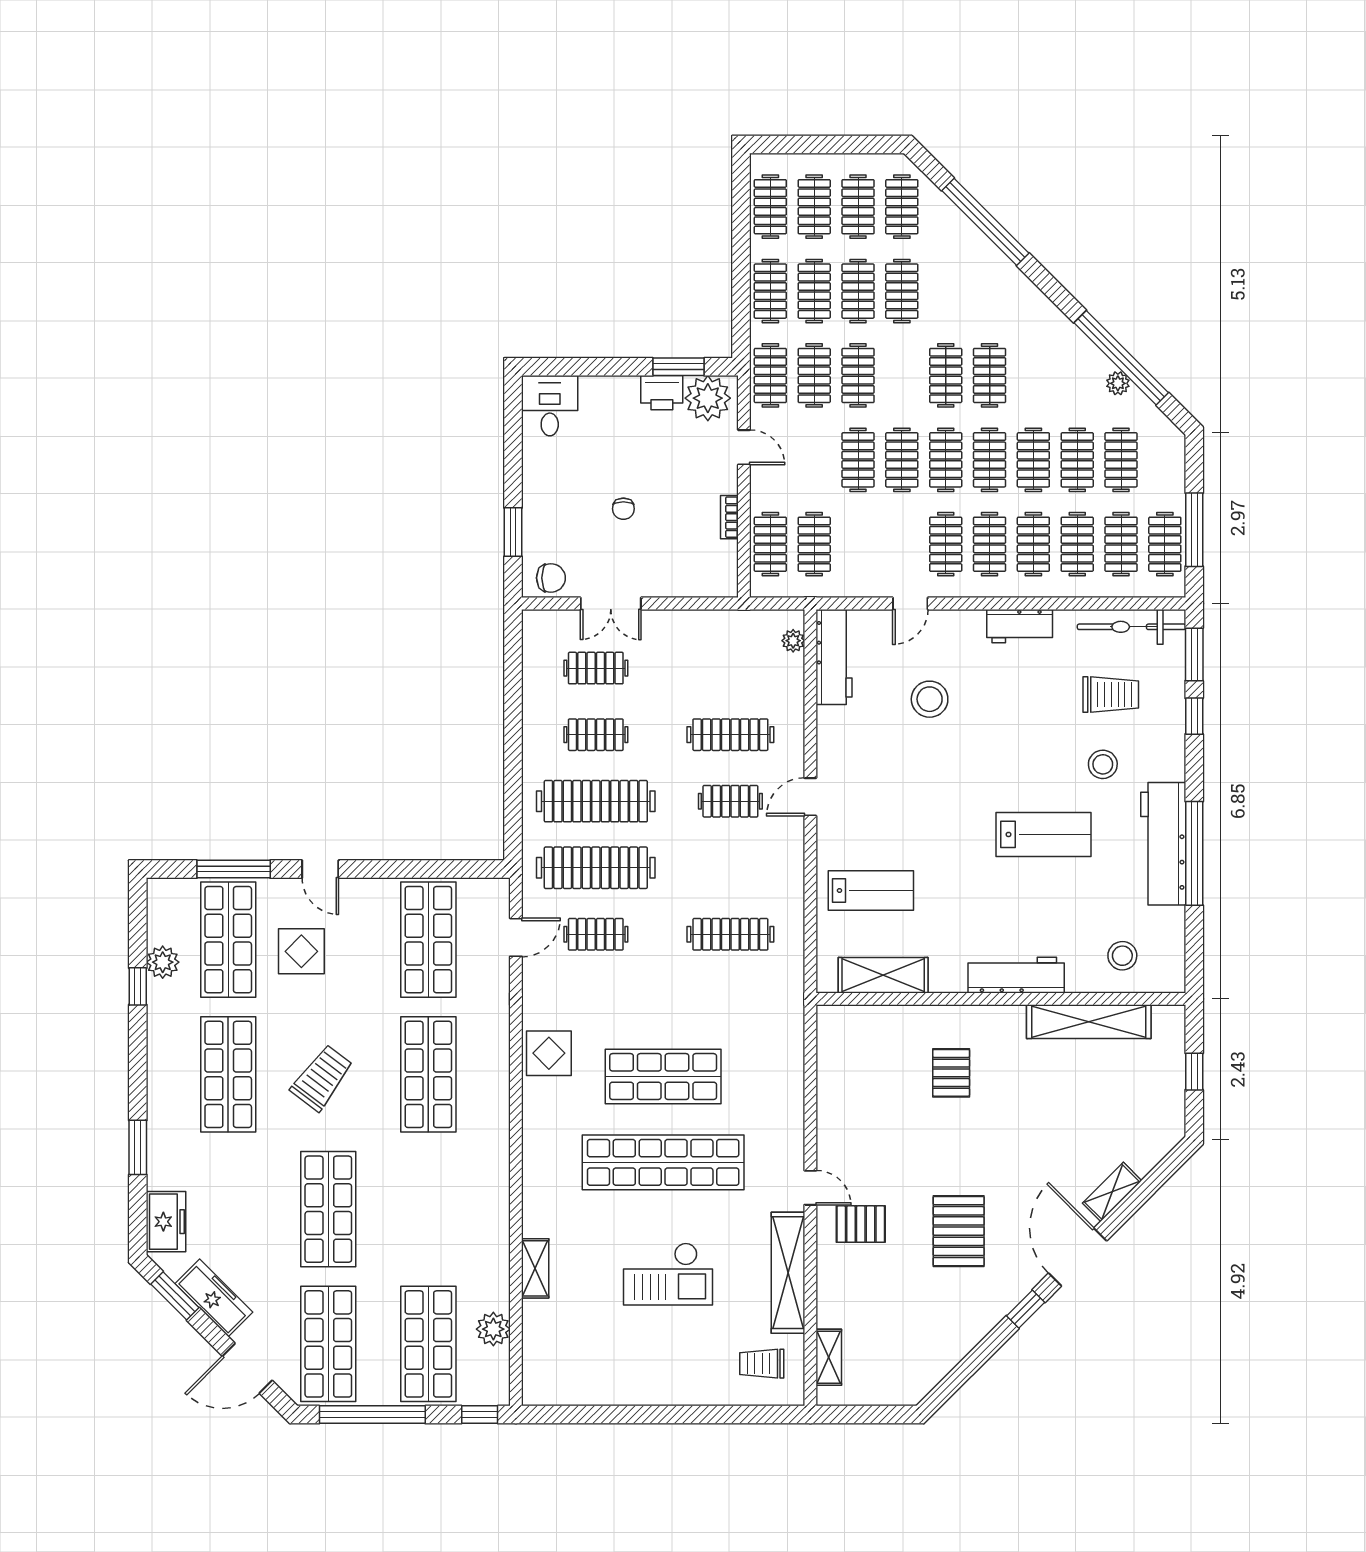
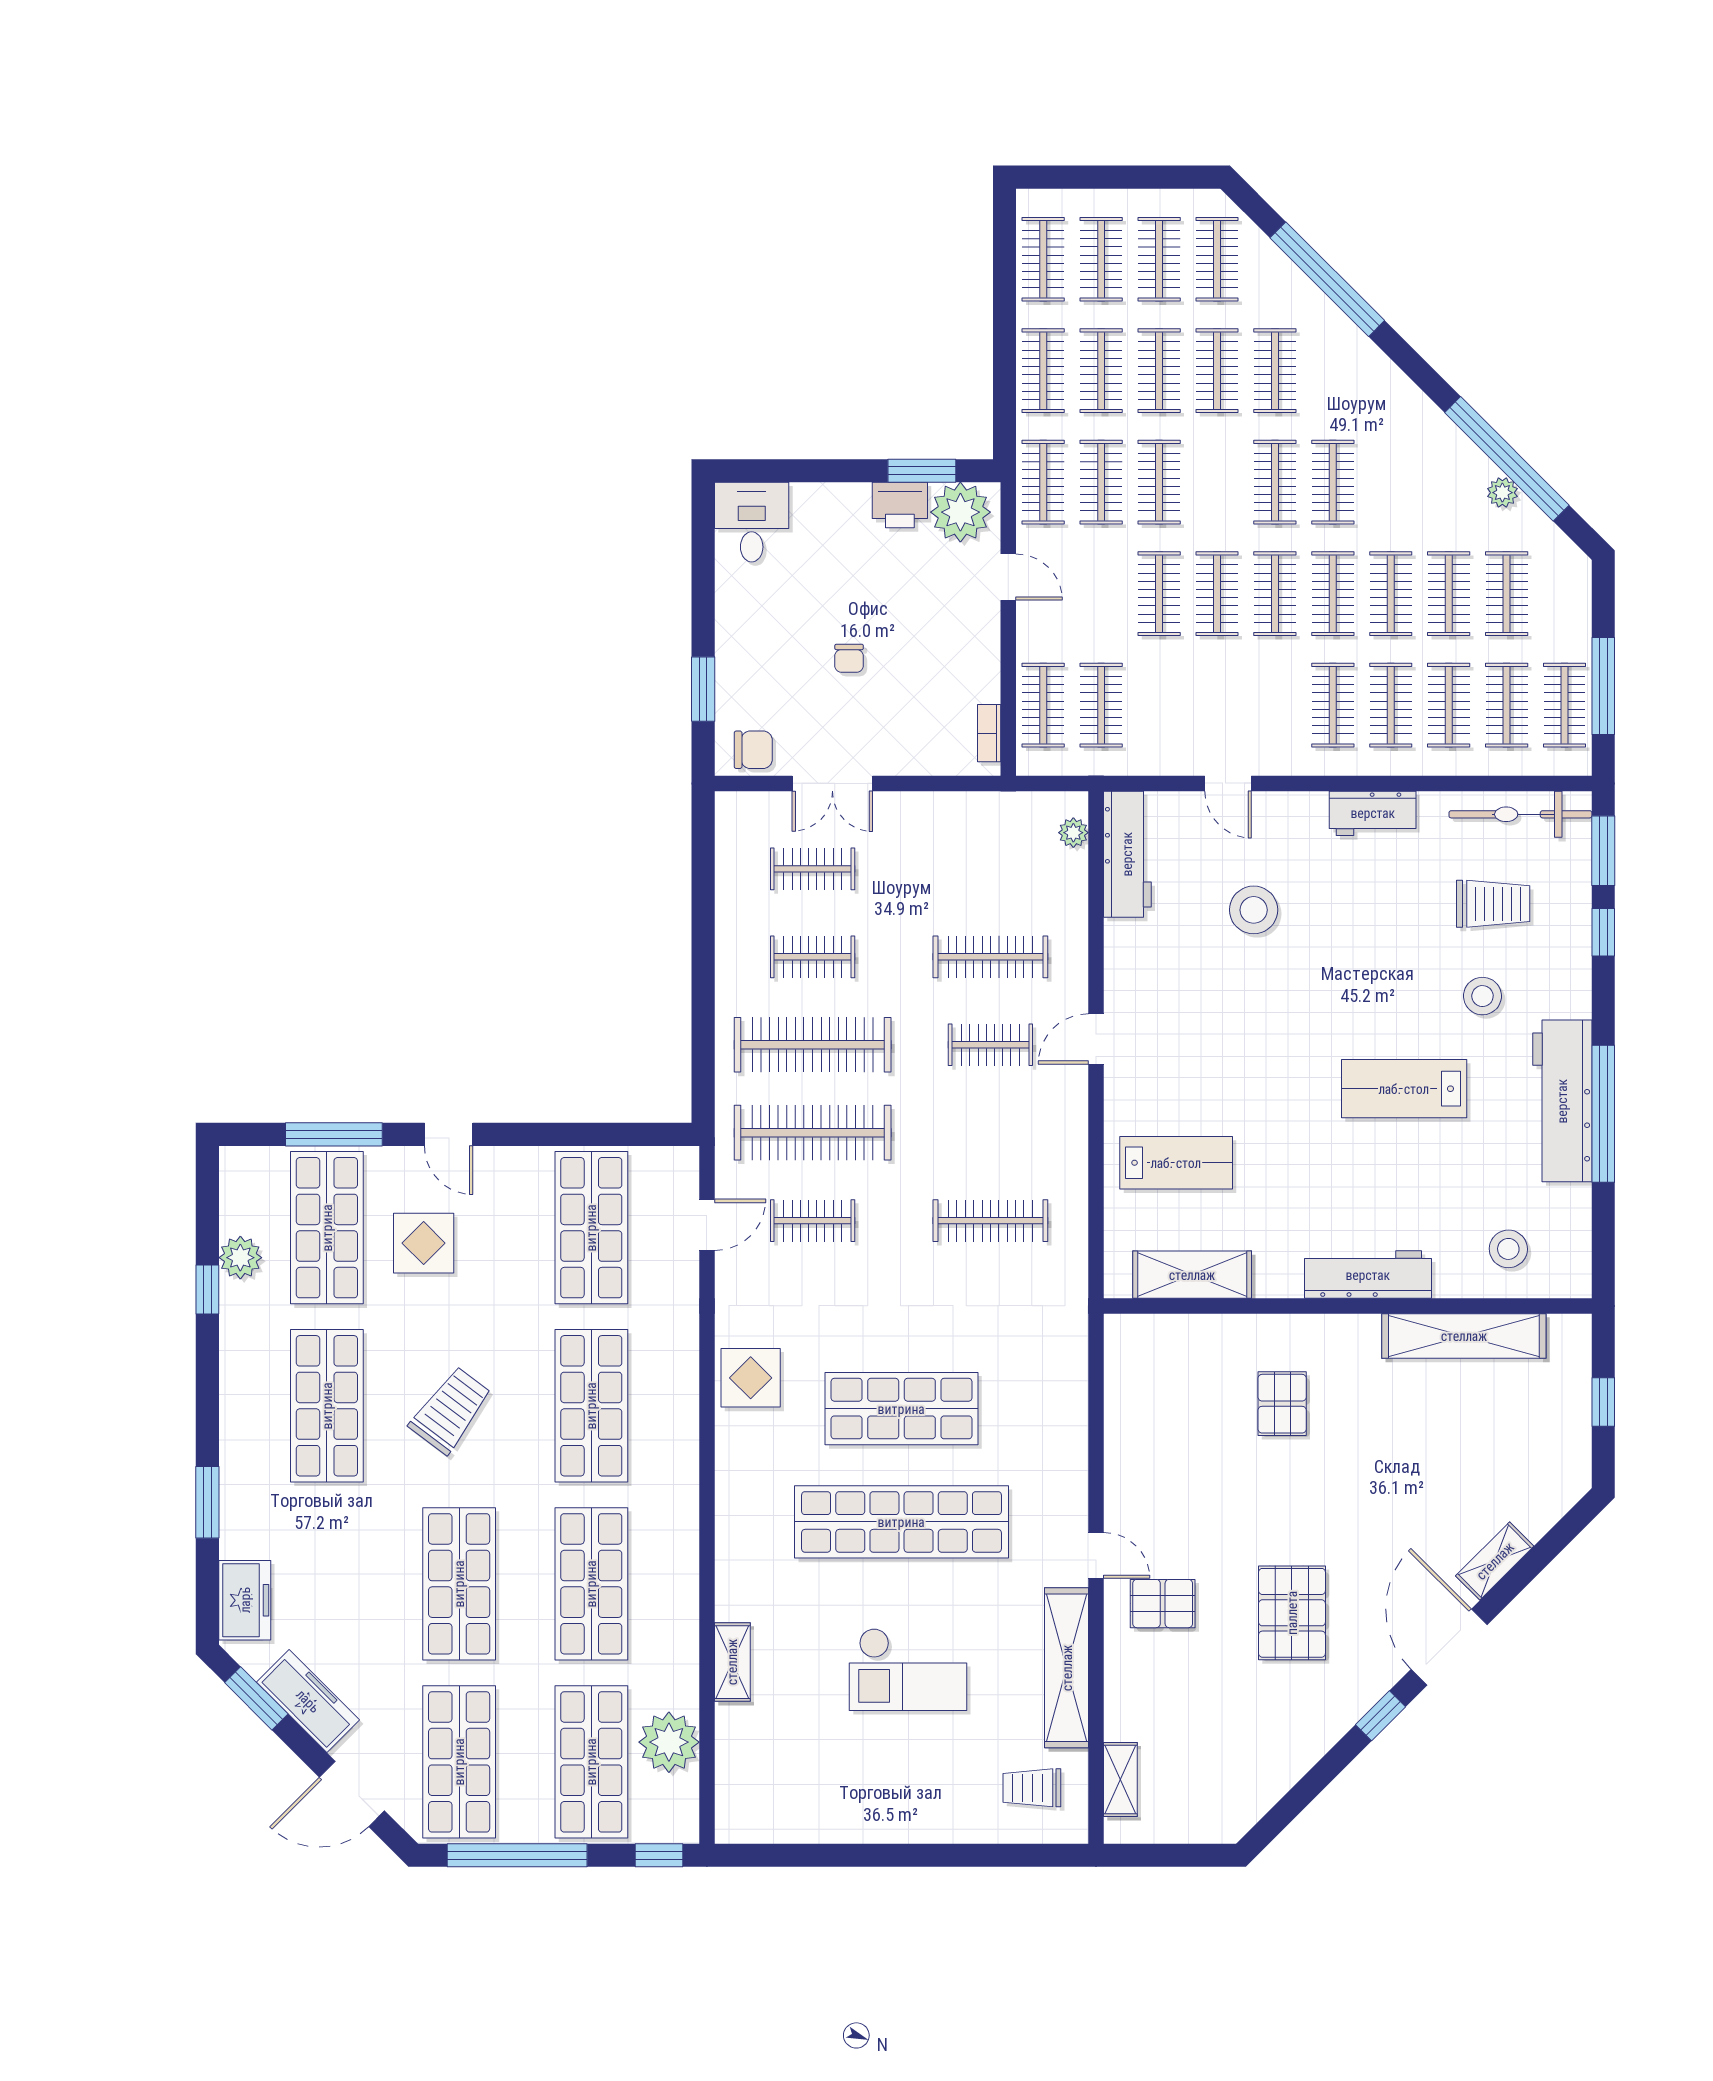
bookcase: (729, 517) -> (989, 733), moved
clothes rail: (946, 544) -> (1275, 371), moved
door: (910, 603) -> (1228, 783), hinge flipped
lab bench: (1044, 834) -> (1404, 1089), turned 180
shop shelf: (428, 1209) -> (591, 1584), added
plant: (493, 1329) -> (669, 1742), width x1.36, depth x1.36

